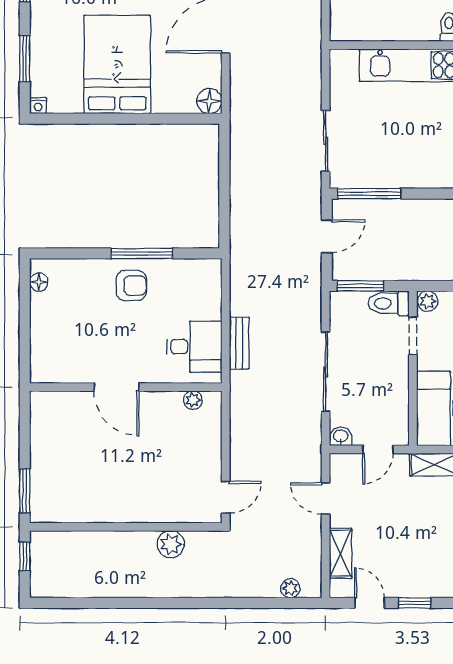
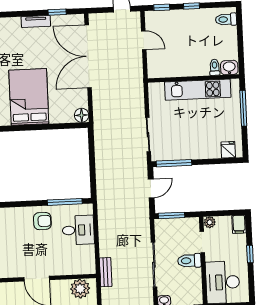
window: (142, 253) -> (65, 202), moved
toilet: (389, 303) -> (189, 261), moved
bench: (239, 343) -> (106, 272), moved
desk: (194, 347) -> (78, 230), moved
plant: (193, 400) -> (80, 289), width x1.87, depth x1.87

